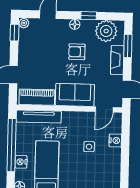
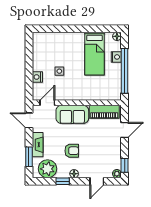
tv unit: (39, 117) -> (102, 95), removed

